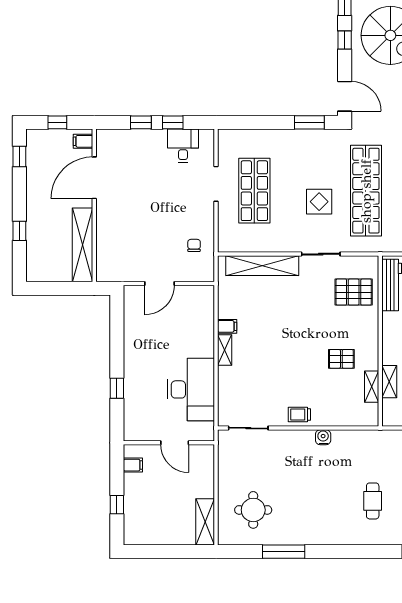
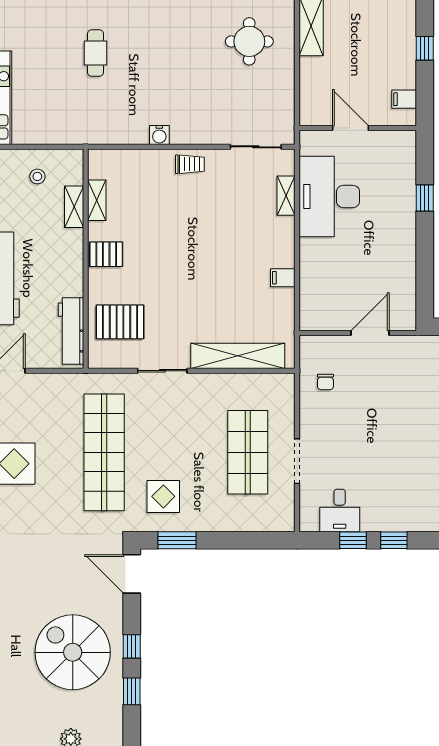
display table: (319, 202) -> (163, 496), moved
shelving: (225, 350) -> (286, 196), moved
pallet: (341, 359) -> (106, 254), moved

